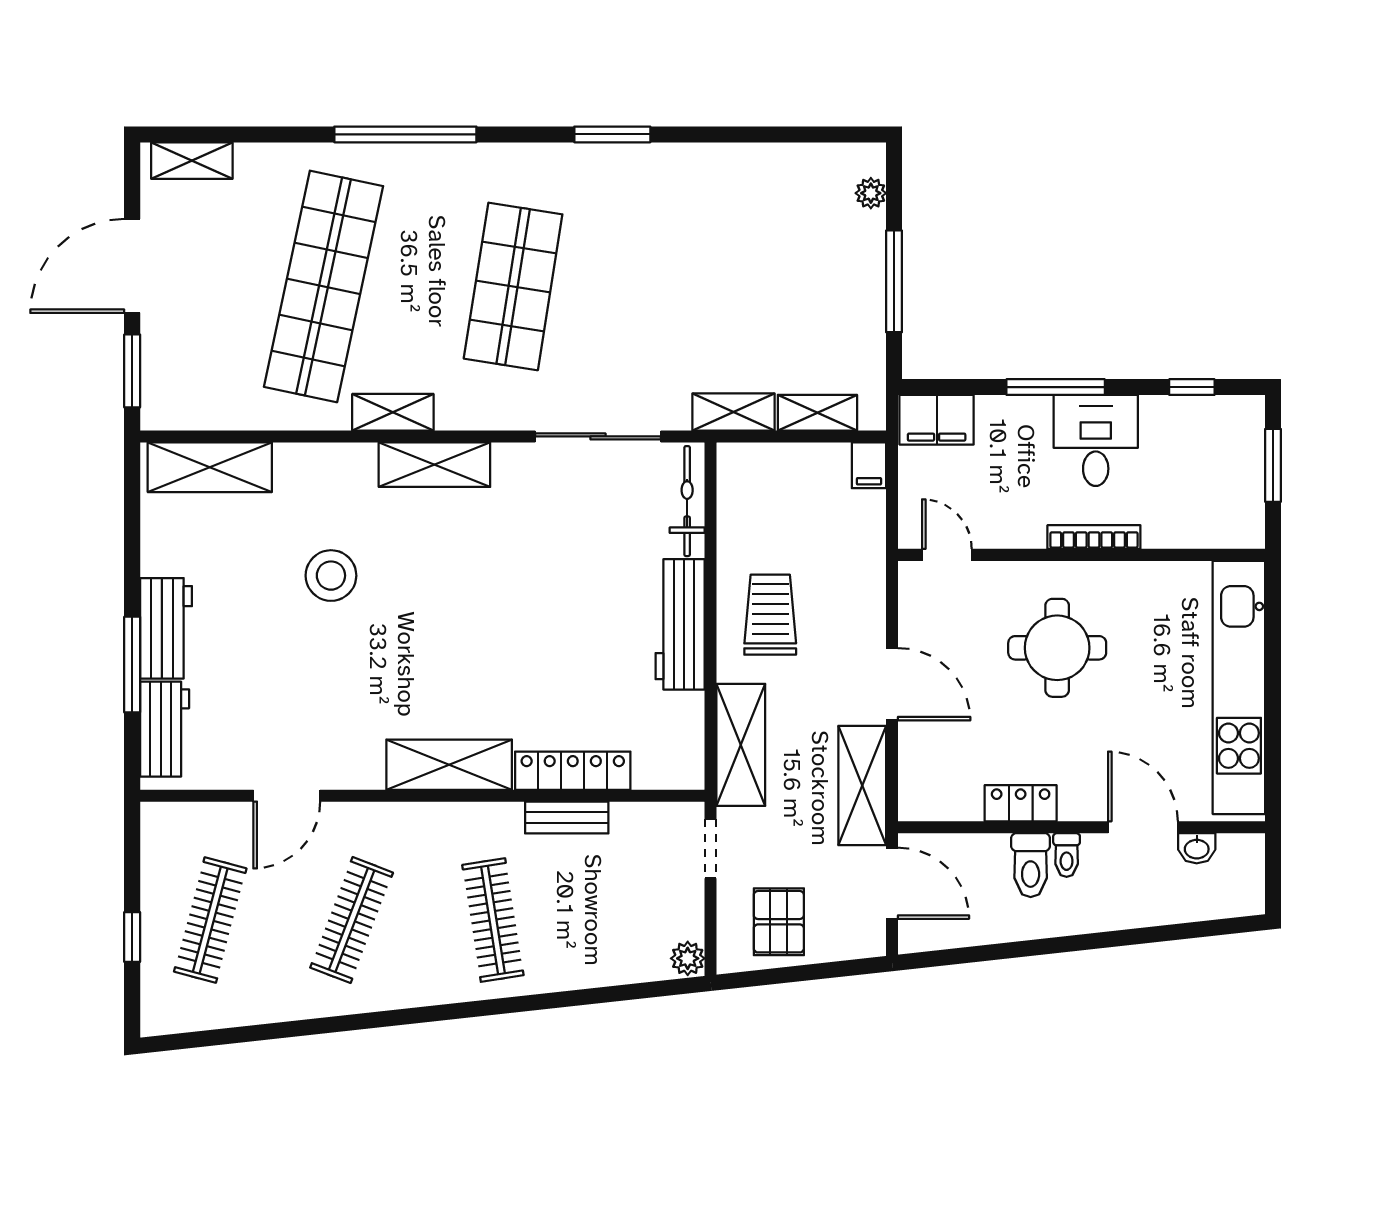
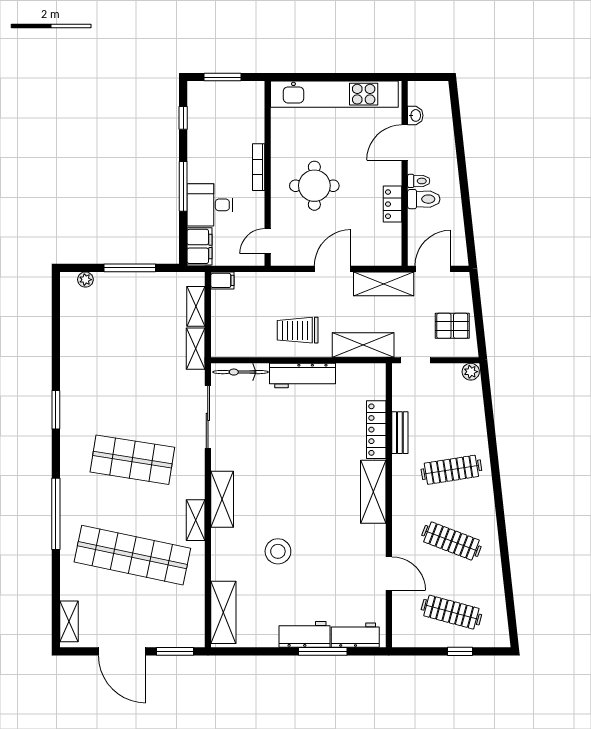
desk: (1096, 440) -> (210, 205), moved

